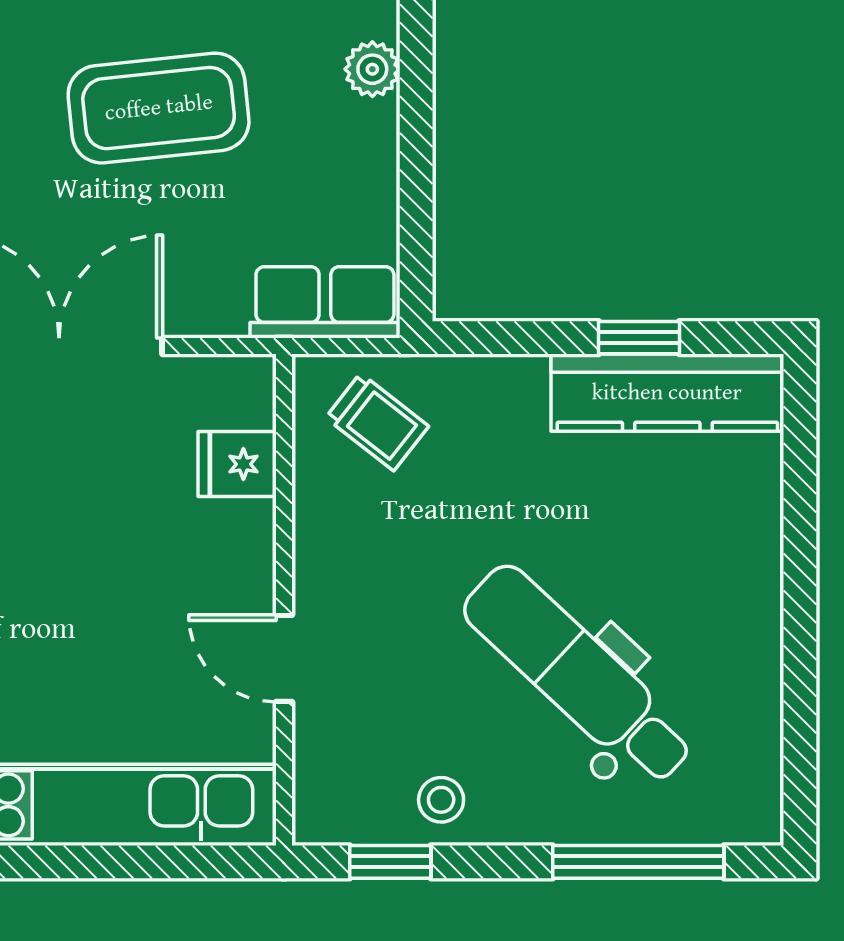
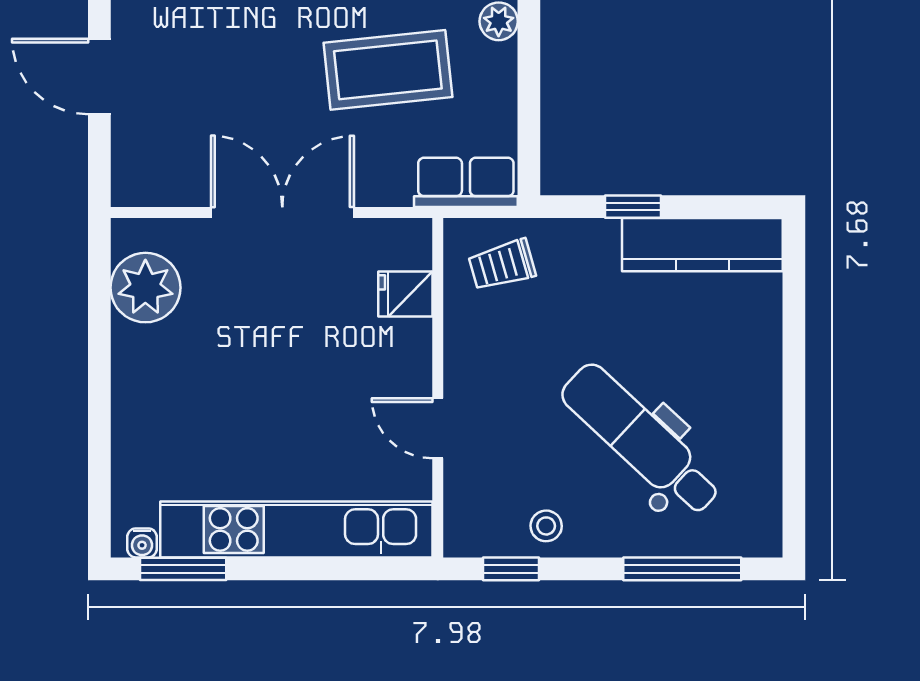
coffee table: (159, 108) -> (388, 70), moved
window: (639, 338) -> (633, 207), moved
trolley: (377, 422) -> (502, 265), turned 126

